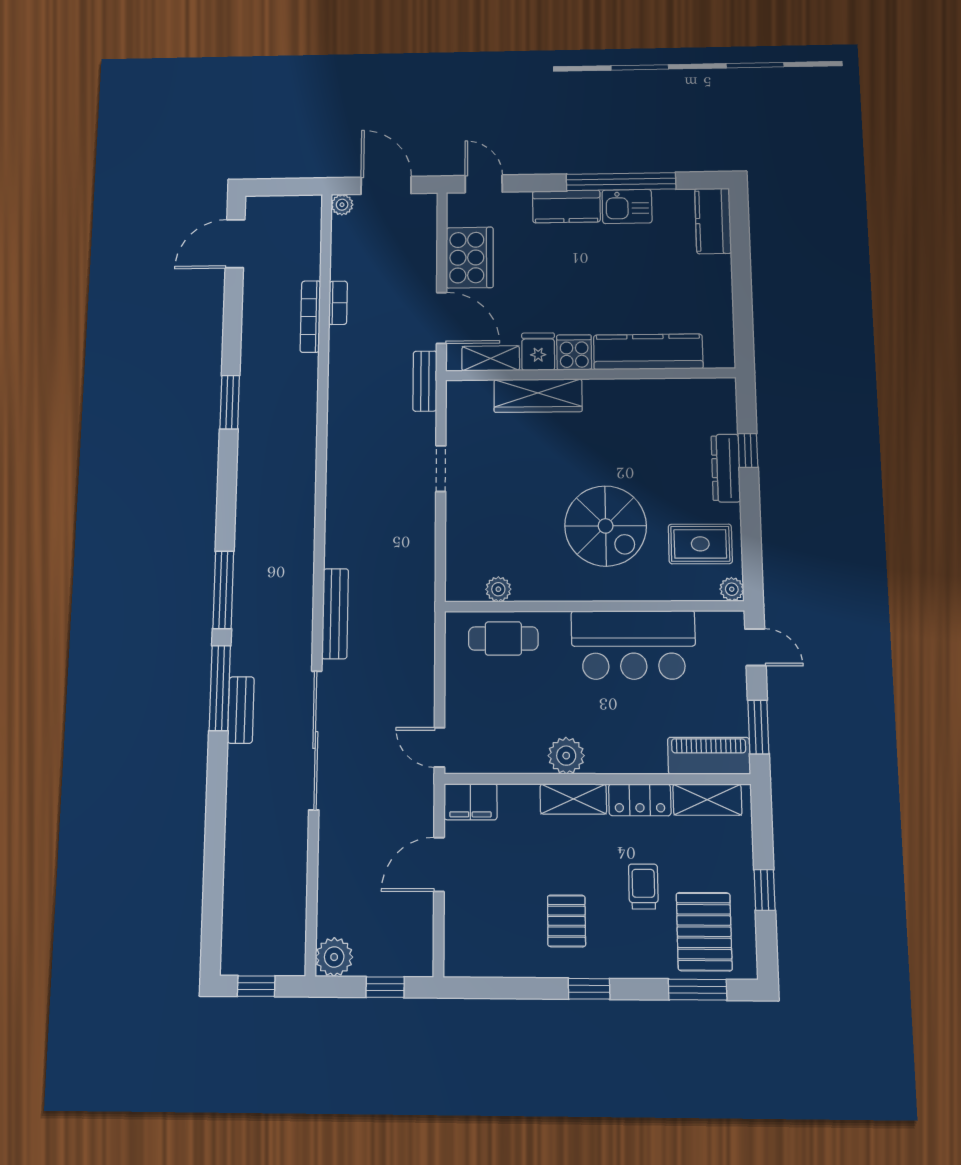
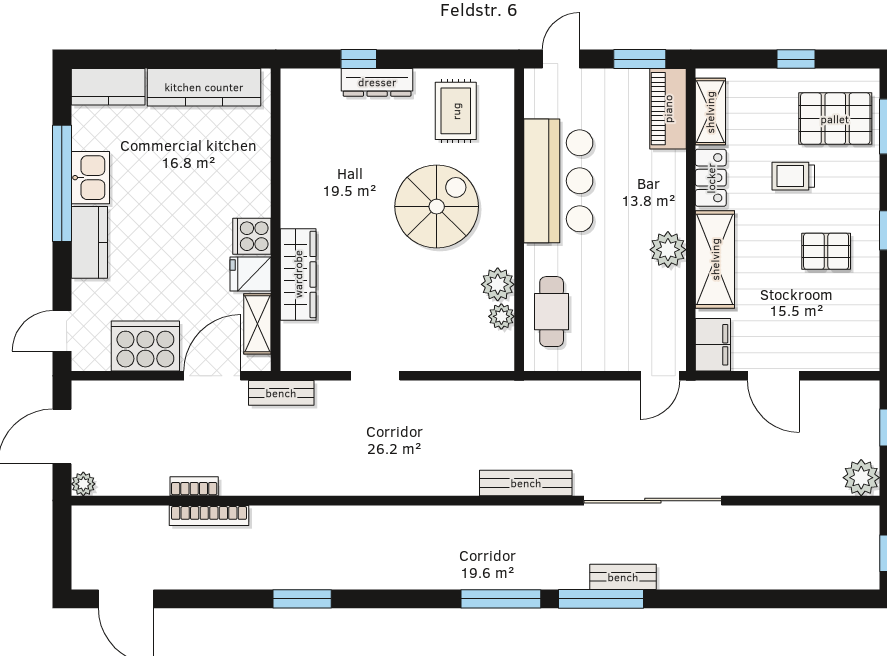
kitchen counter: (648, 352) -> (204, 87), moved, turned -90
plant: (732, 589) -> (498, 284), moved, width x1.38, depth x1.38
shelving: (573, 799) -> (715, 259), width x1.50, depth x1.33

